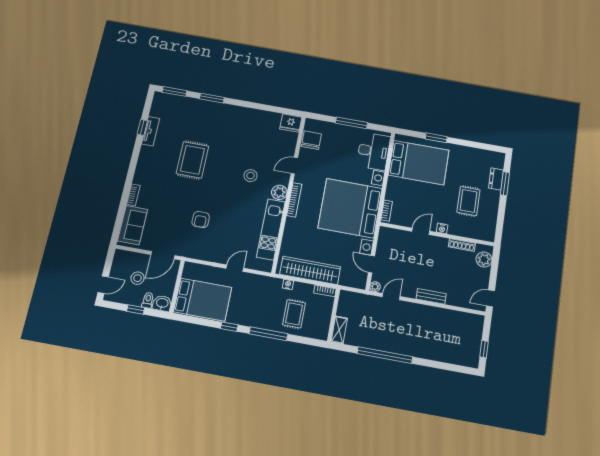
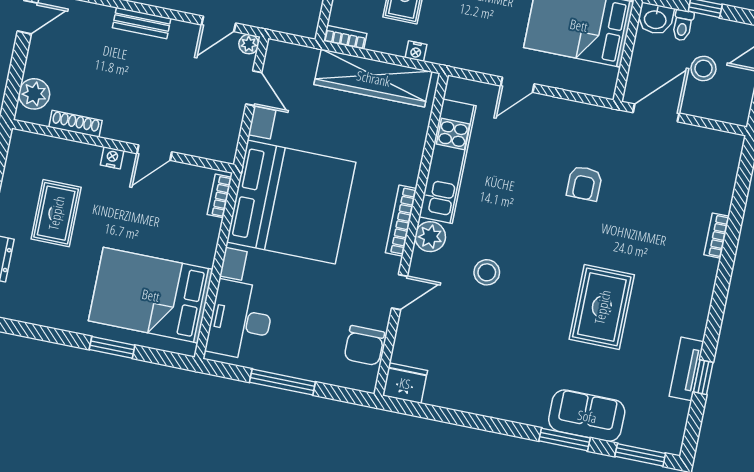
armchair: (201, 220) -> (584, 183), turned 180
sofa: (133, 225) -> (587, 416), moved, turned 90

